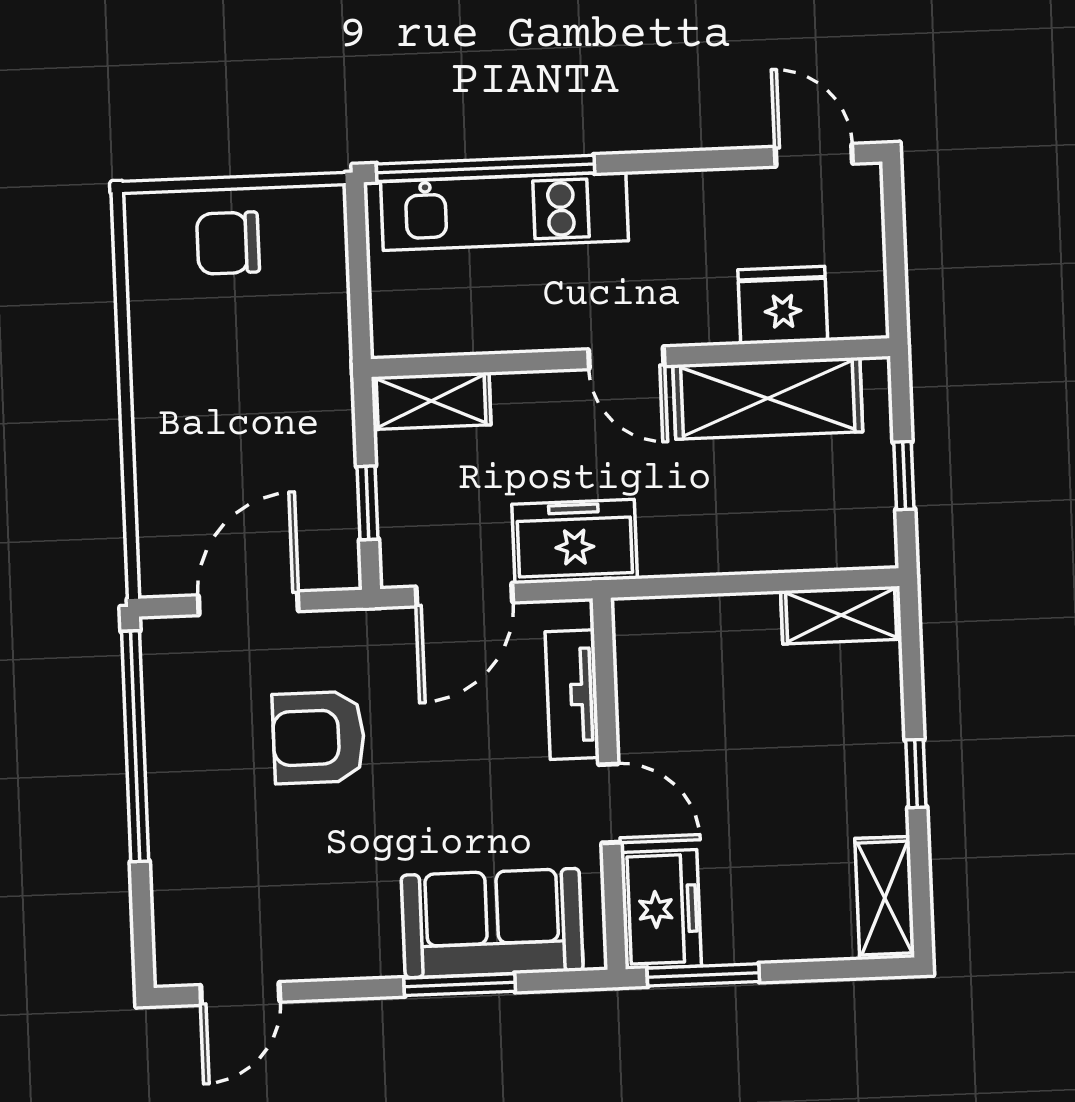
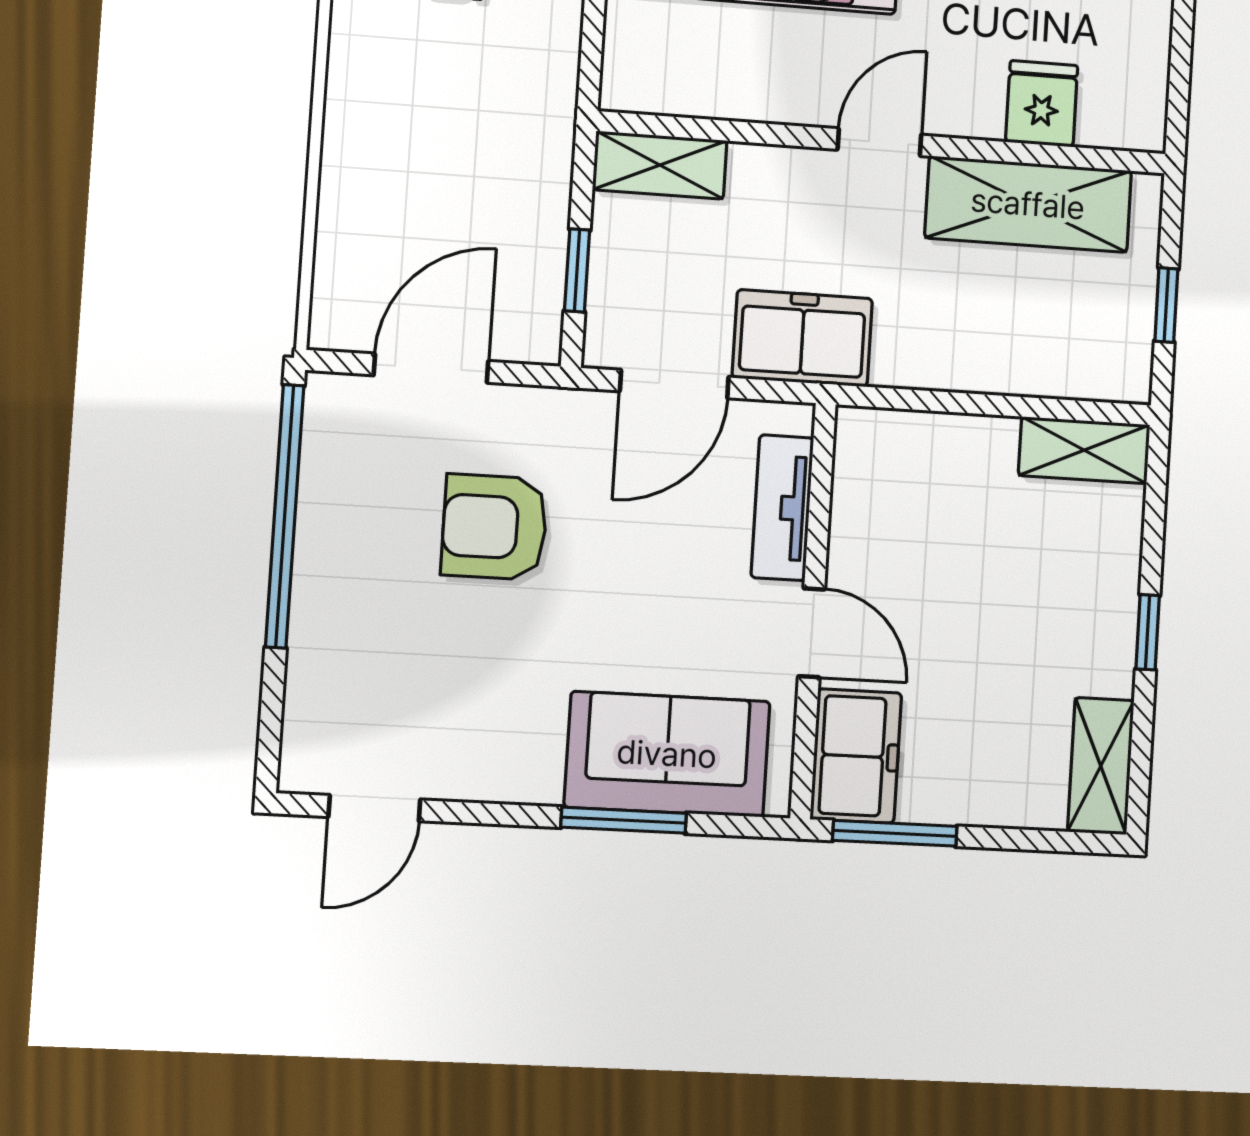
fridge: (783, 305) -> (1042, 104), width x0.72
door: (626, 358) -> (879, 142), swing flipped

